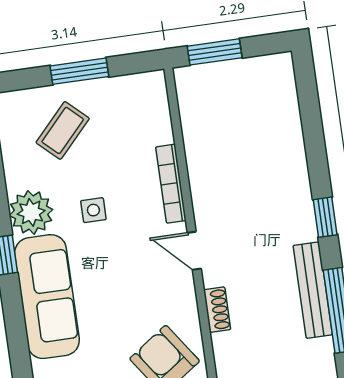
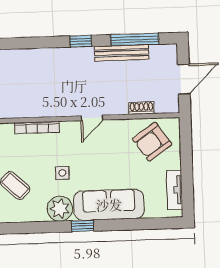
bookcase: (171, 184) -> (37, 128), moved
shoe rack: (217, 310) -> (141, 108), moved

